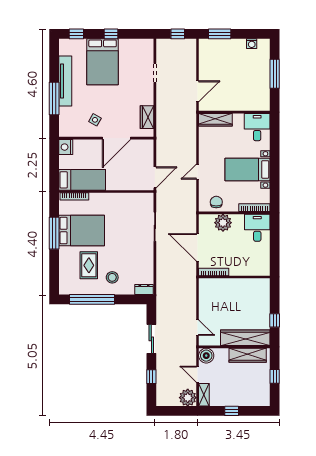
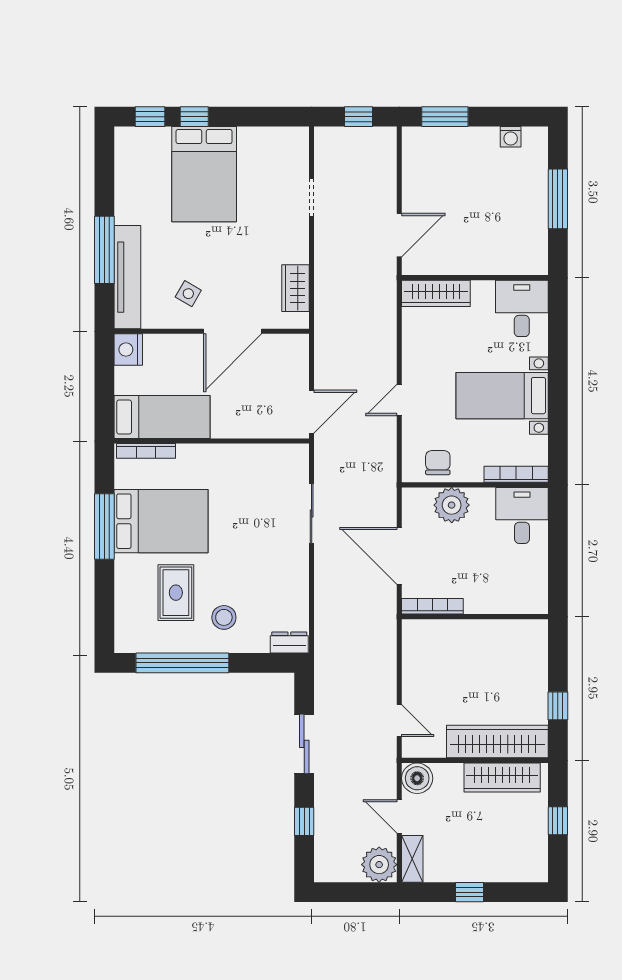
window: (111, 34) -> (194, 117), moved
tv unit: (65, 81) -> (127, 277), moved

